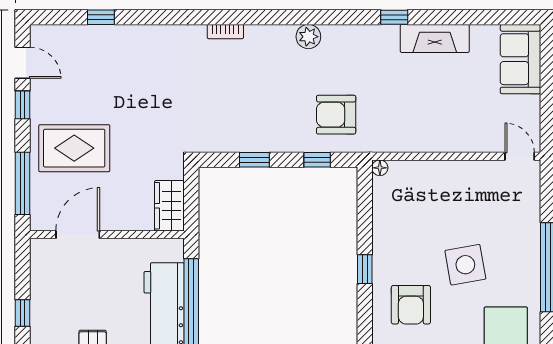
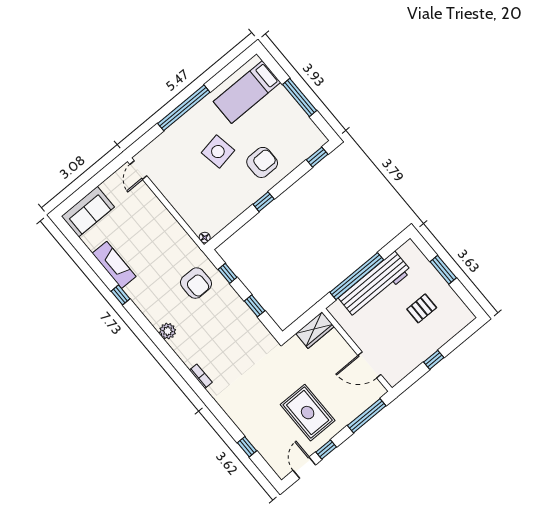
rug: (74, 148) -> (308, 413), moved

